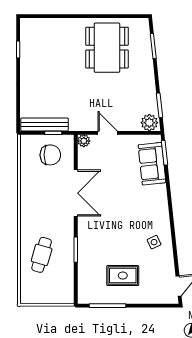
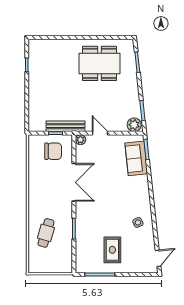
dining table: (107, 48) -> (99, 63), turned 90
bench: (45, 124) -> (66, 126), moved
rug: (123, 276) -> (112, 250), turned 90

